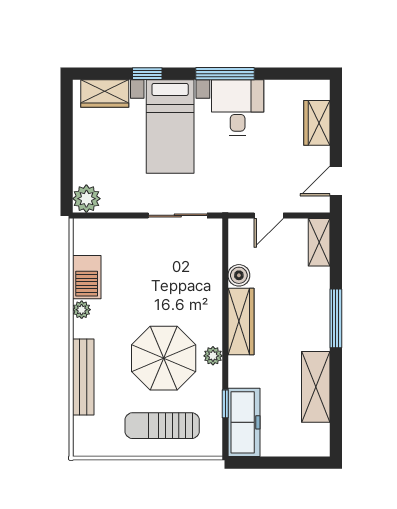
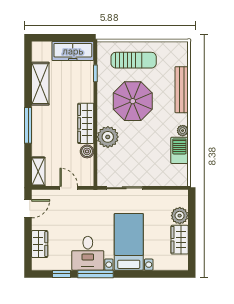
window: (147, 74) -> (61, 274), moved
wardrobe: (105, 93) -> (180, 240), moved, turned -90
plant: (86, 199) -> (180, 216), moved
door: (269, 215) -> (69, 188), hinge flipped
plant: (213, 356) -> (108, 137), moved, width x1.87, depth x1.87
freezer: (244, 422) -> (73, 51), moved, turned -90

